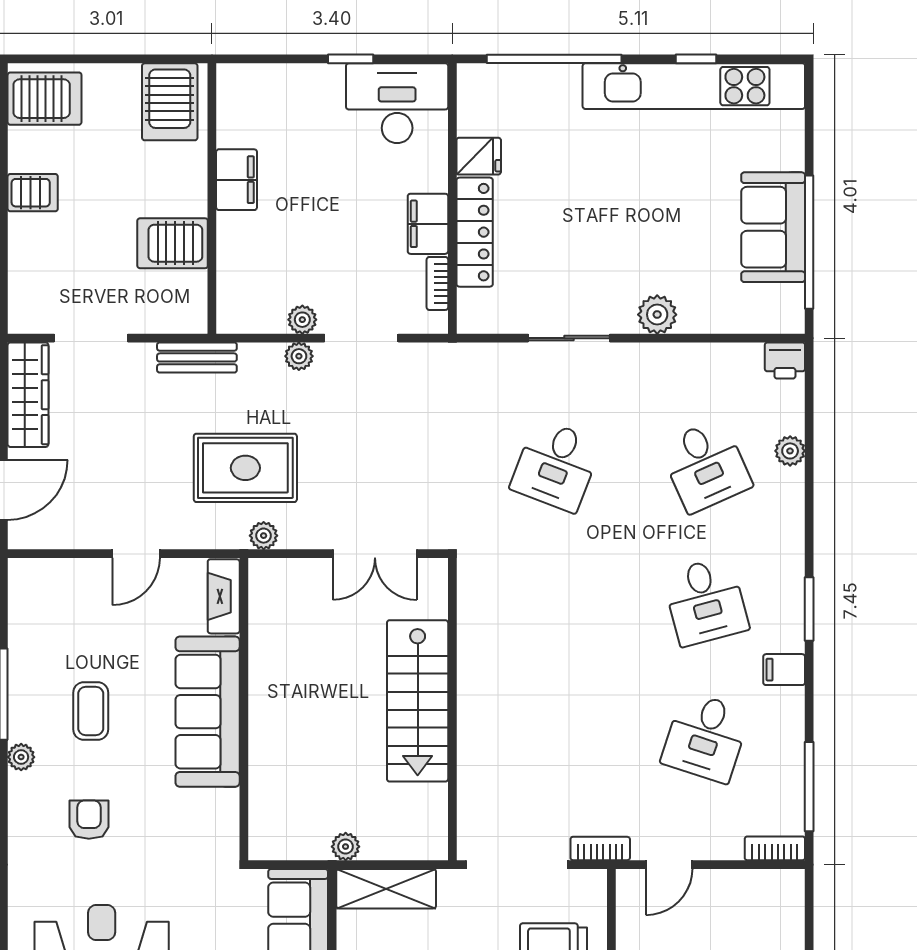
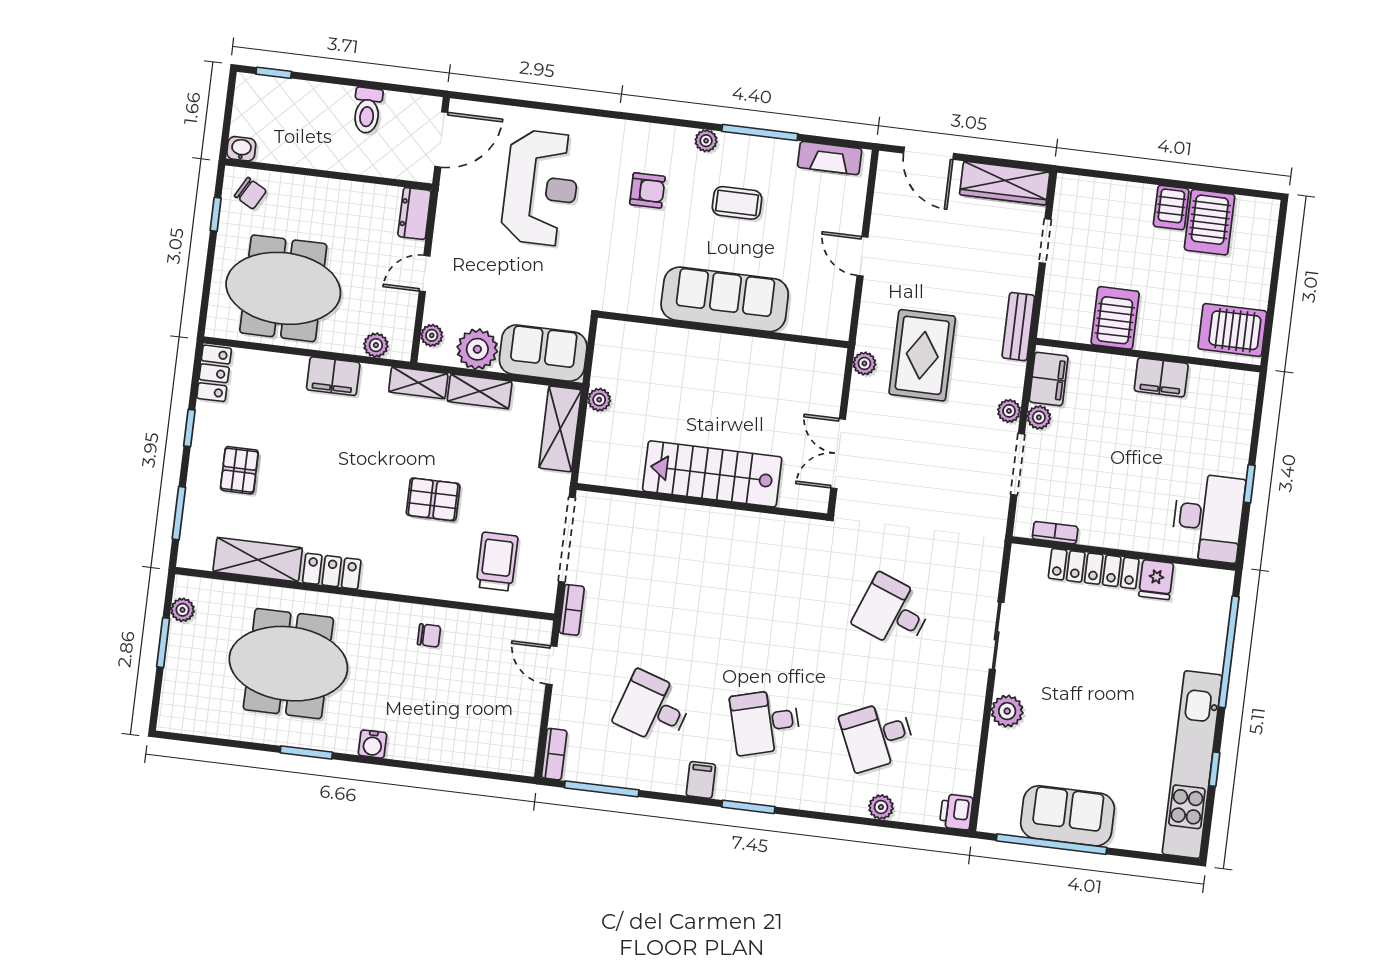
server rack: (45, 99) -> (1210, 222), moved
filing cabinet: (428, 224) -> (1049, 379), moved, turned 90
doorway: (91, 338) -> (1045, 241), width x0.73
fireplace: (224, 596) -> (830, 158), moved, turned 180

